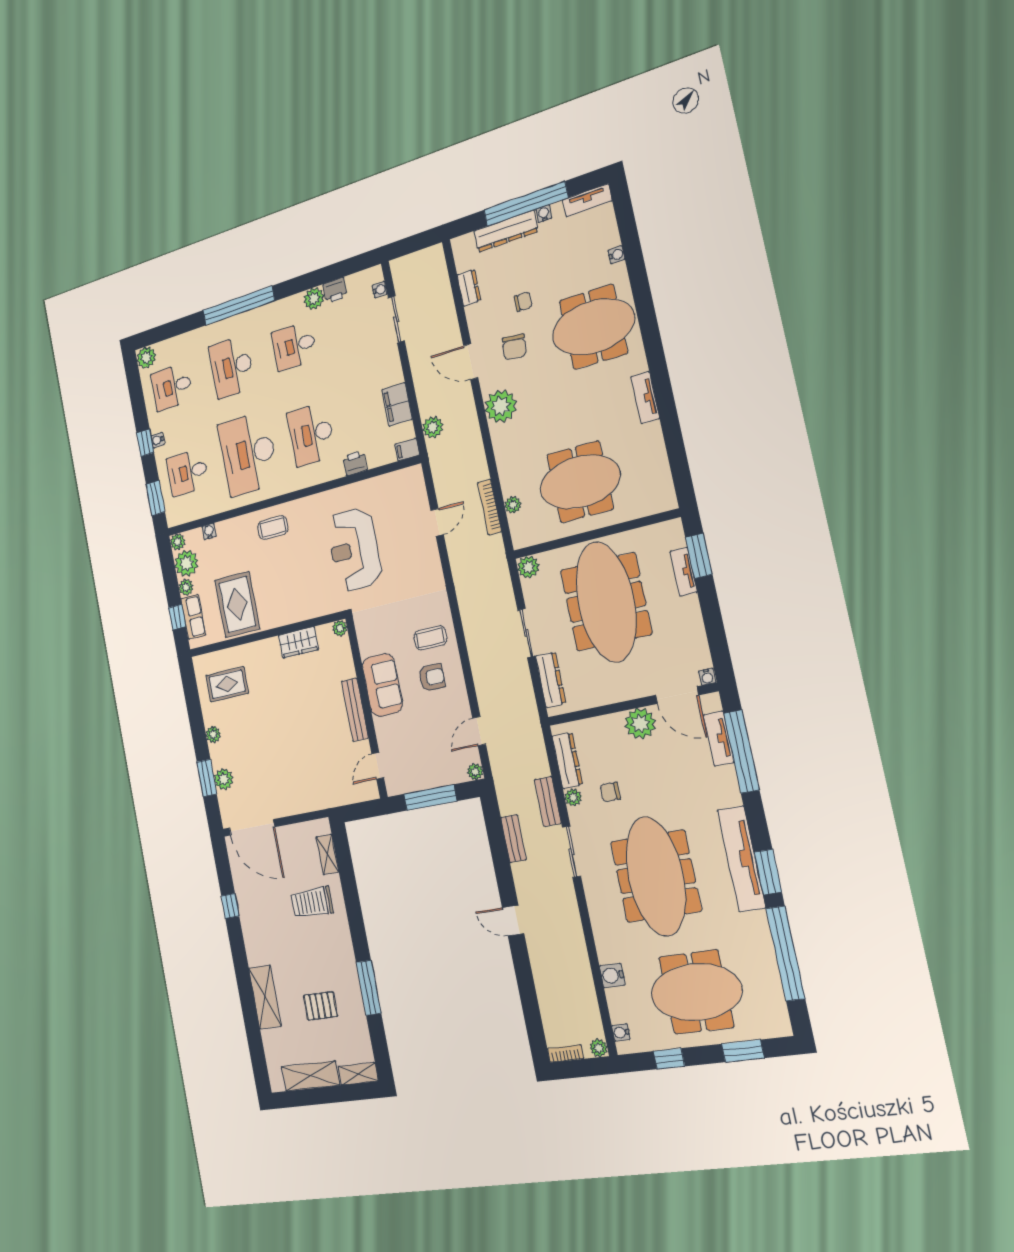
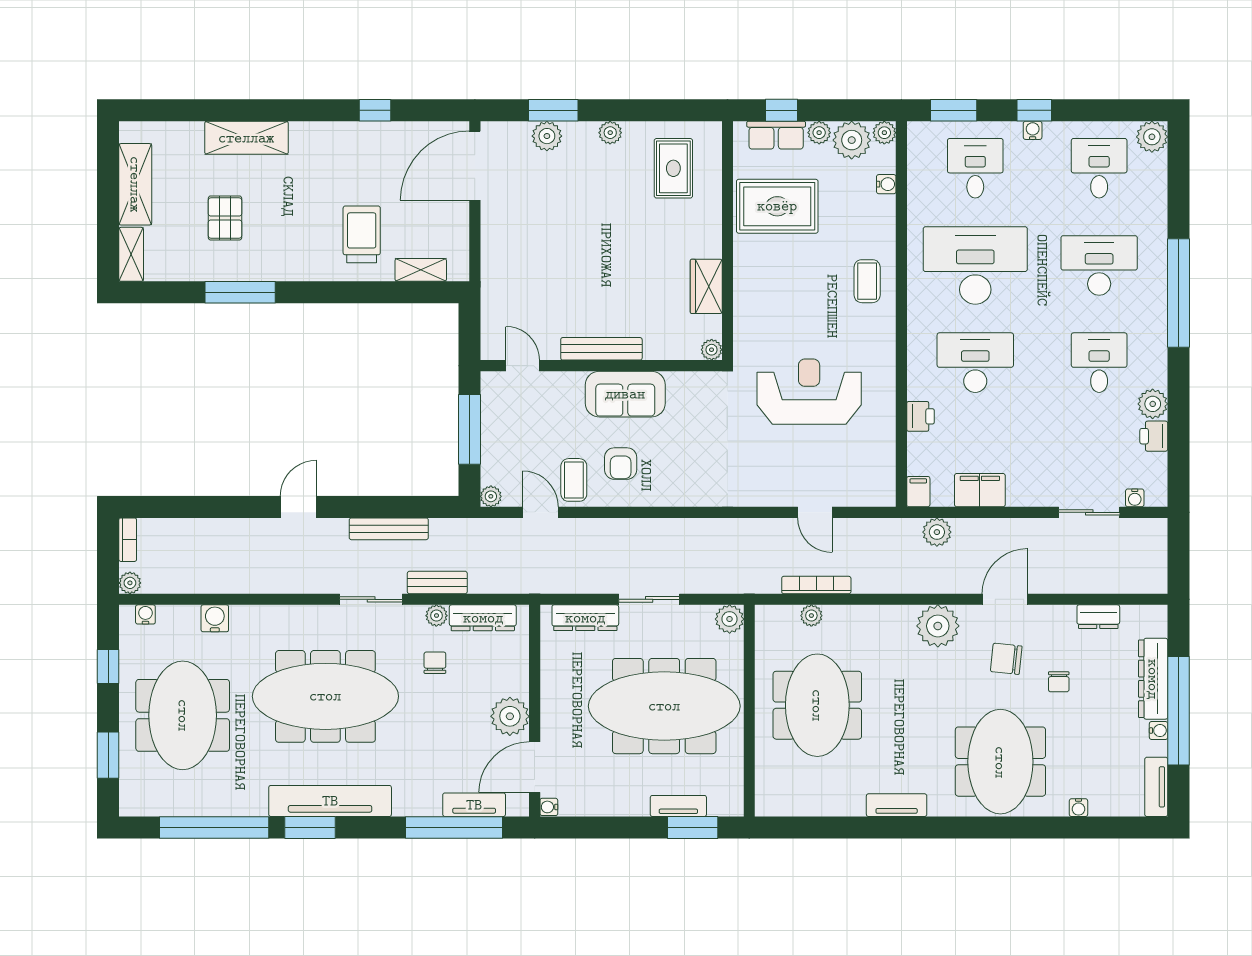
coffee table: (430, 638) -> (574, 480), moved
bench: (513, 839) -> (389, 529), width x1.36

